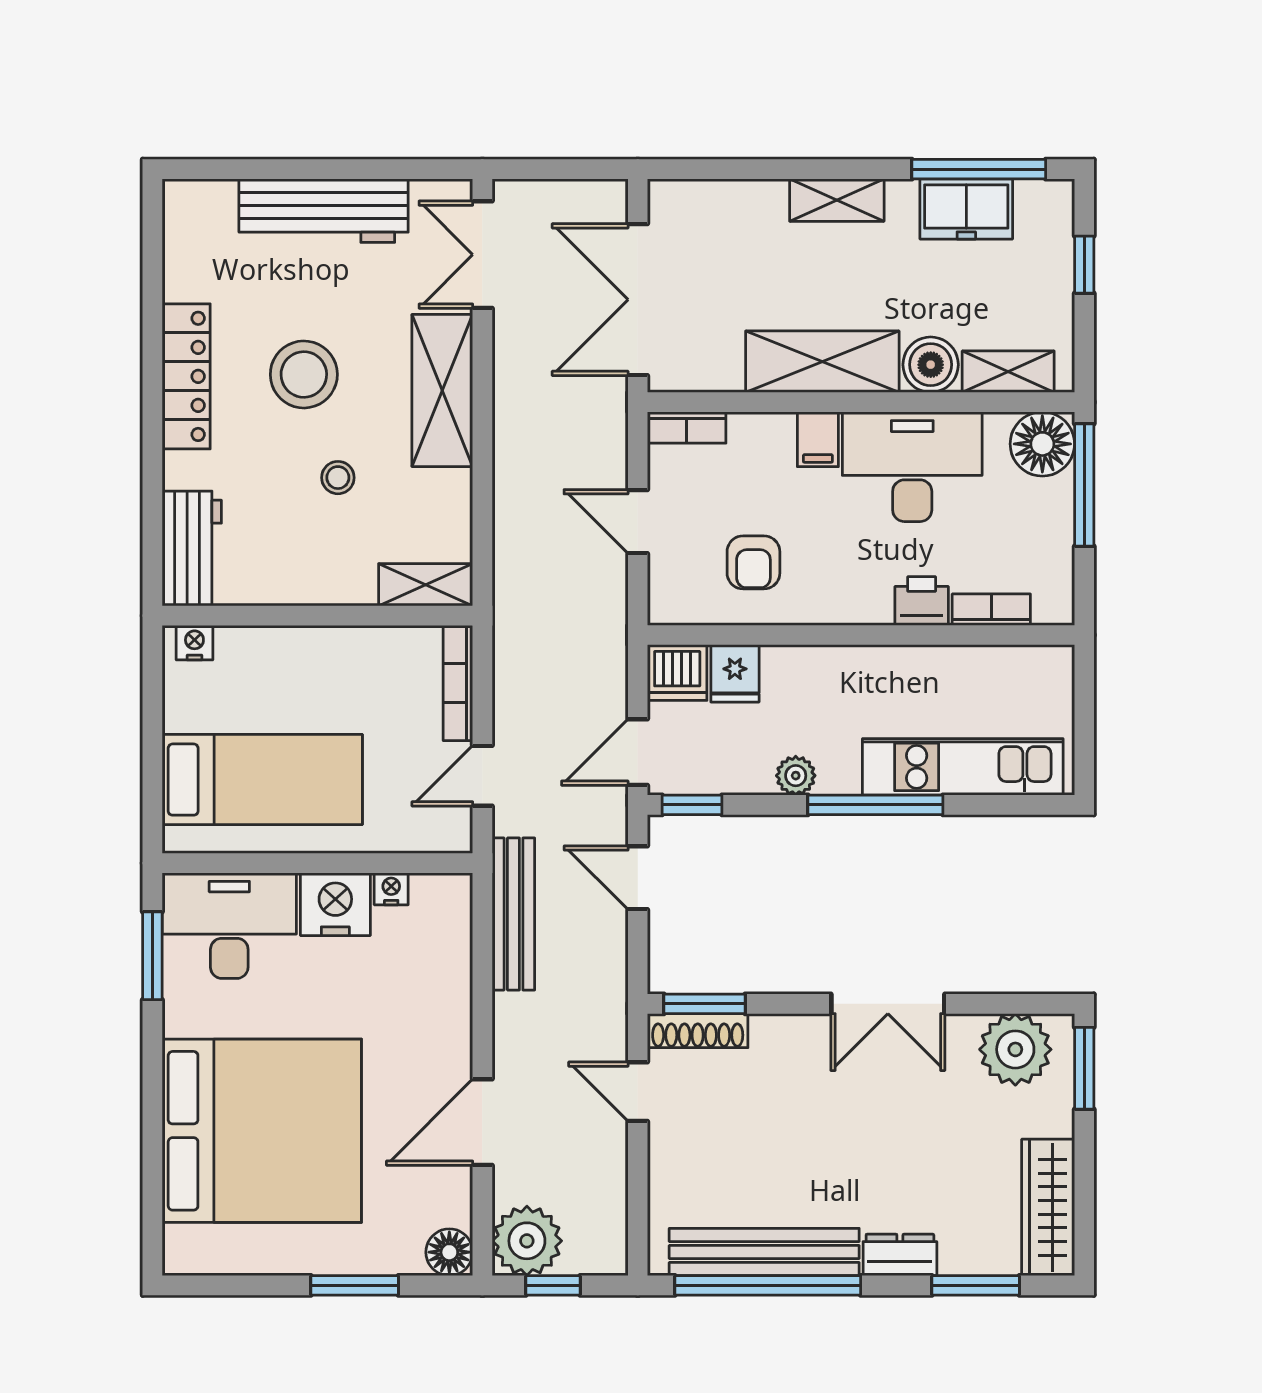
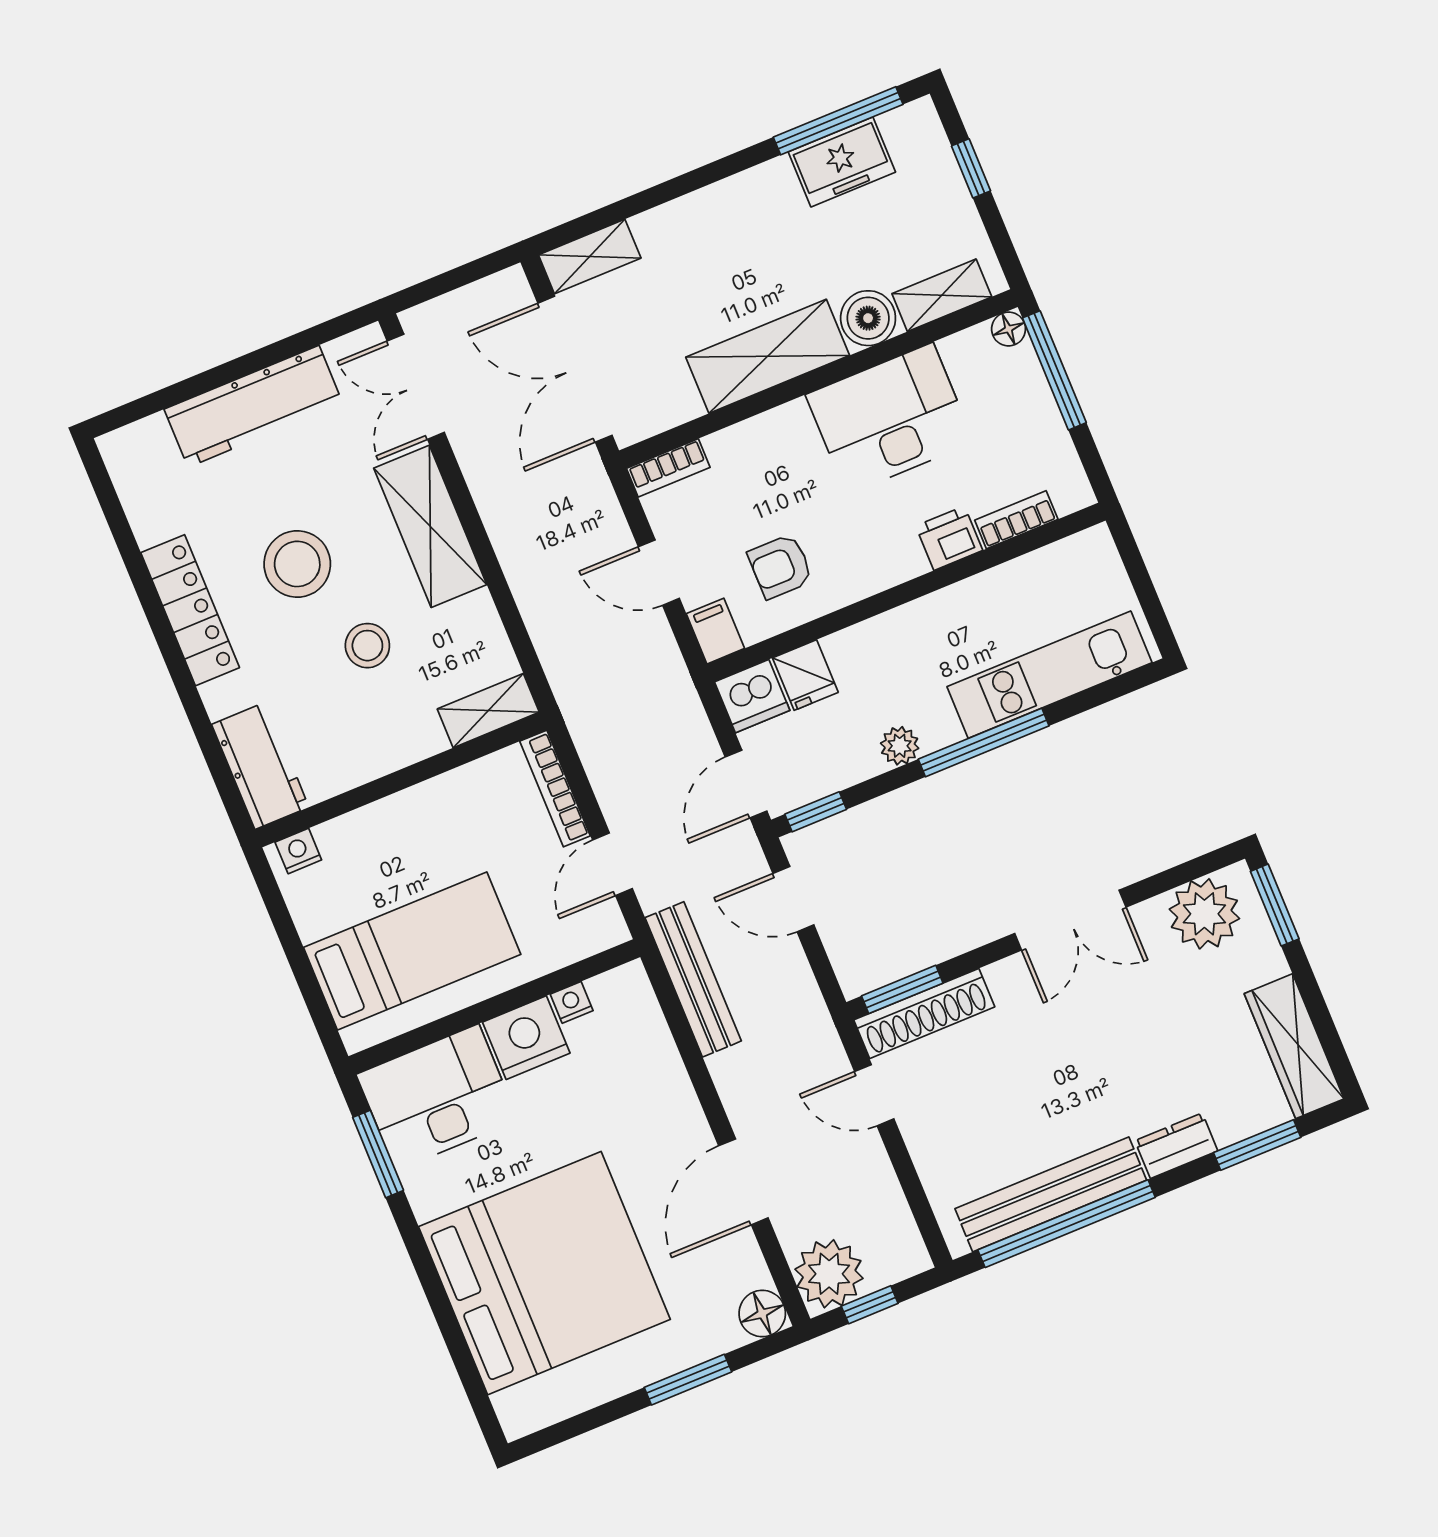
shelving: (837, 200) -> (590, 256), moved
filing cabinet: (818, 439) -> (715, 631), moved, turned 180
floor lamp: (1042, 444) -> (1009, 329), width x0.53, depth x0.53
stool: (338, 478) -> (367, 646), width x1.37, depth x1.37
armchair: (753, 562) -> (780, 566), turned 90
shoe rack: (698, 1031) -> (924, 1013), width x1.36, depth x1.24

